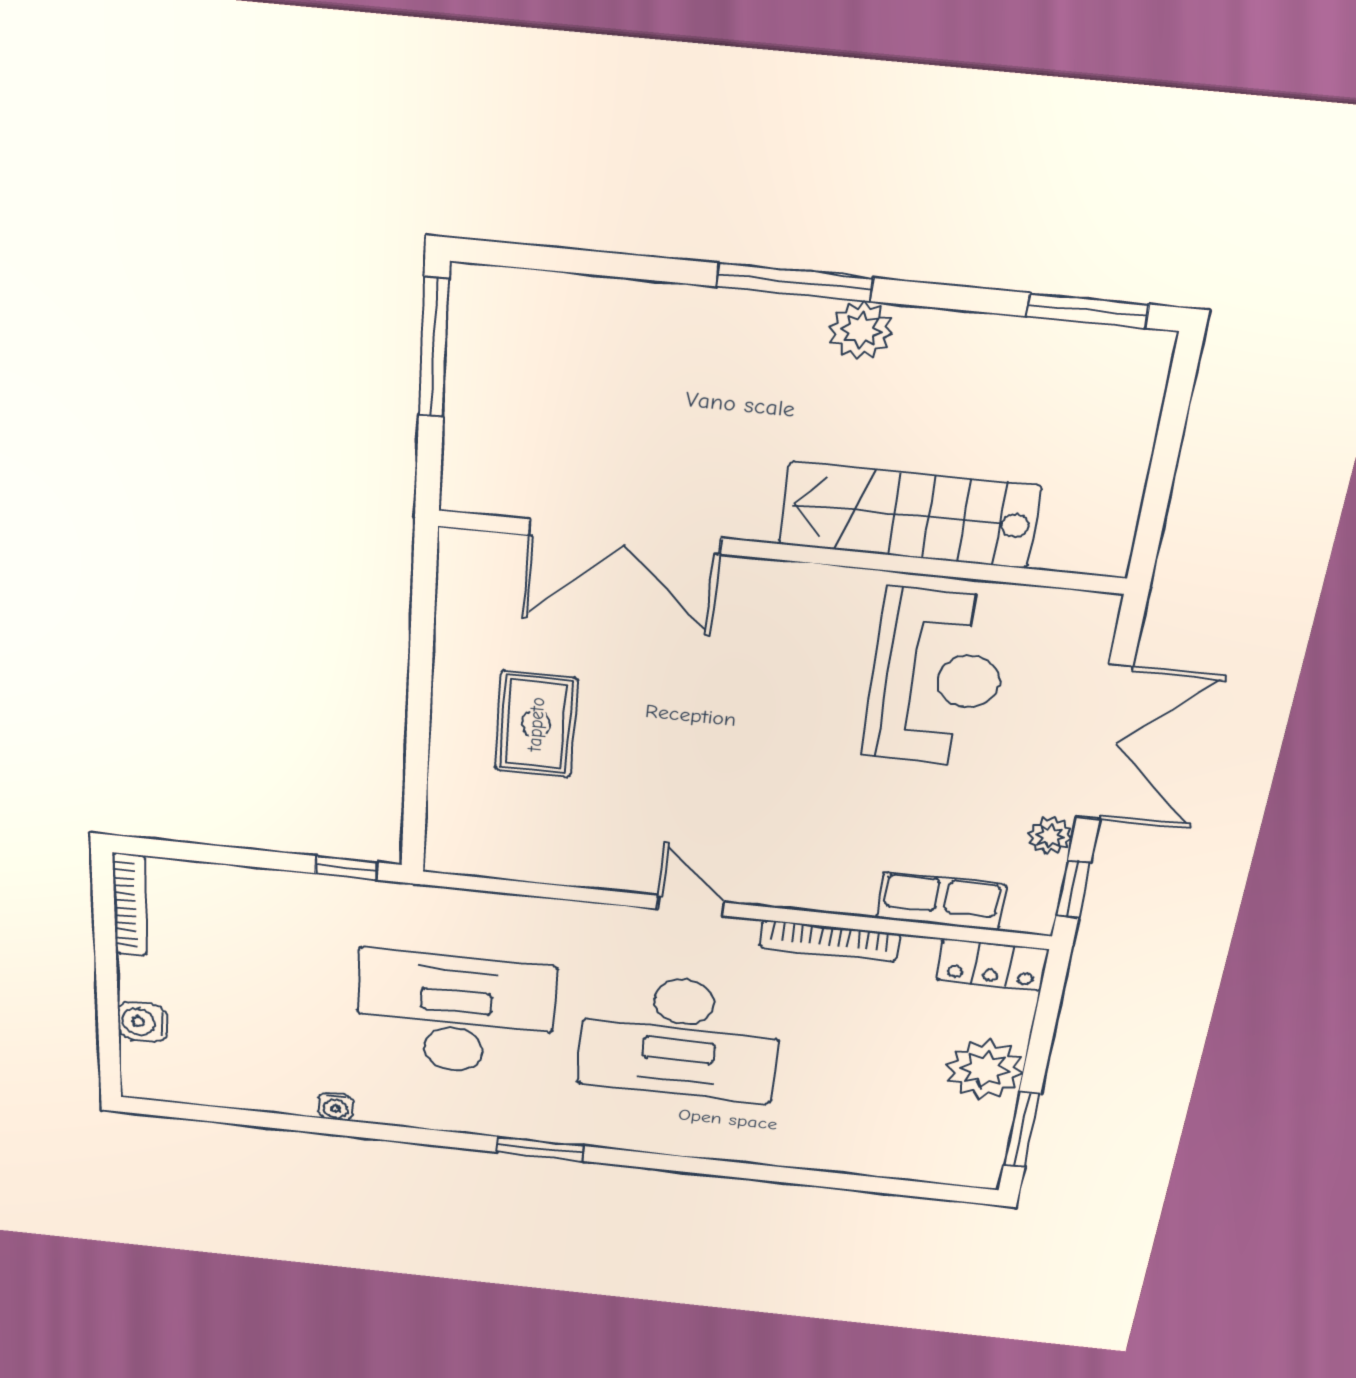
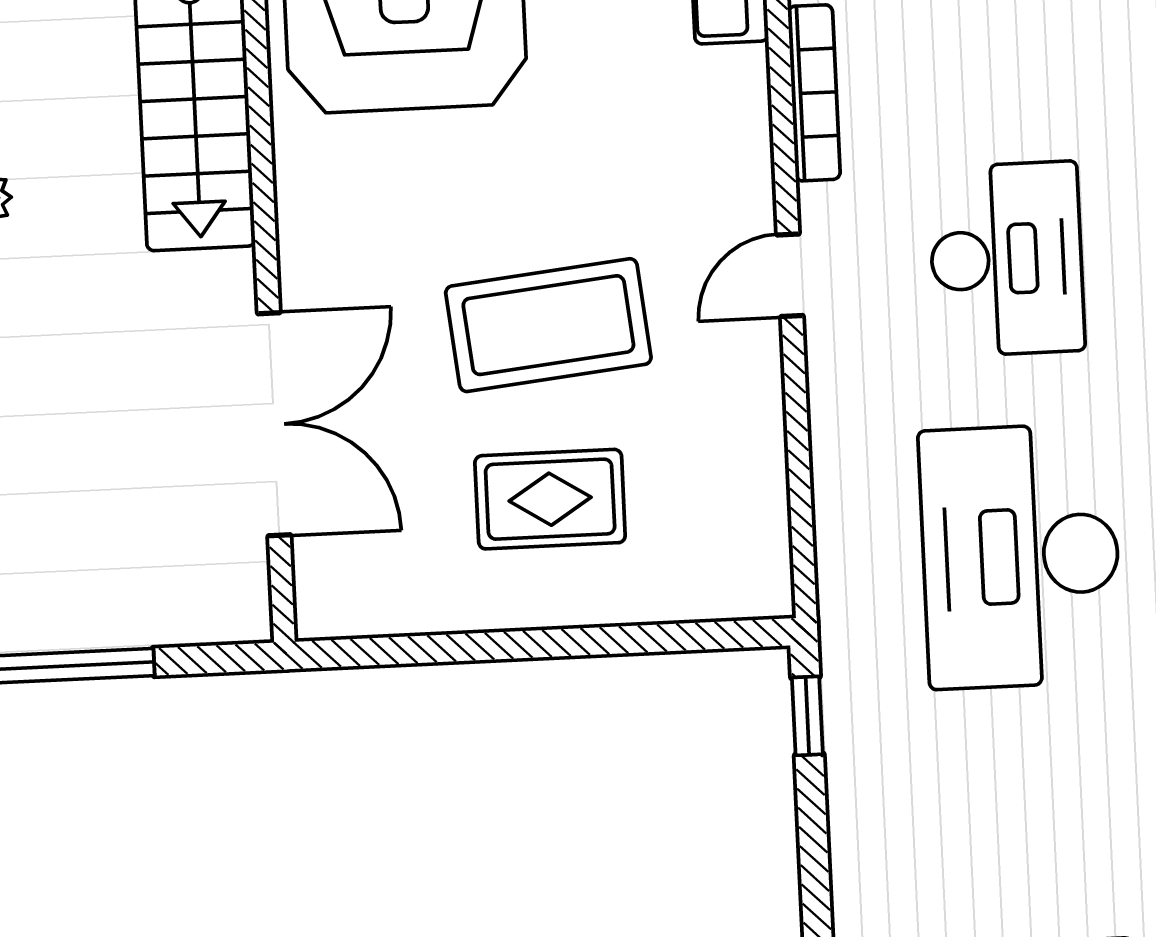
coffee table: (677, 743) -> (548, 325), added
desk: (680, 1038) -> (1007, 259), width x0.73, depth x0.77

